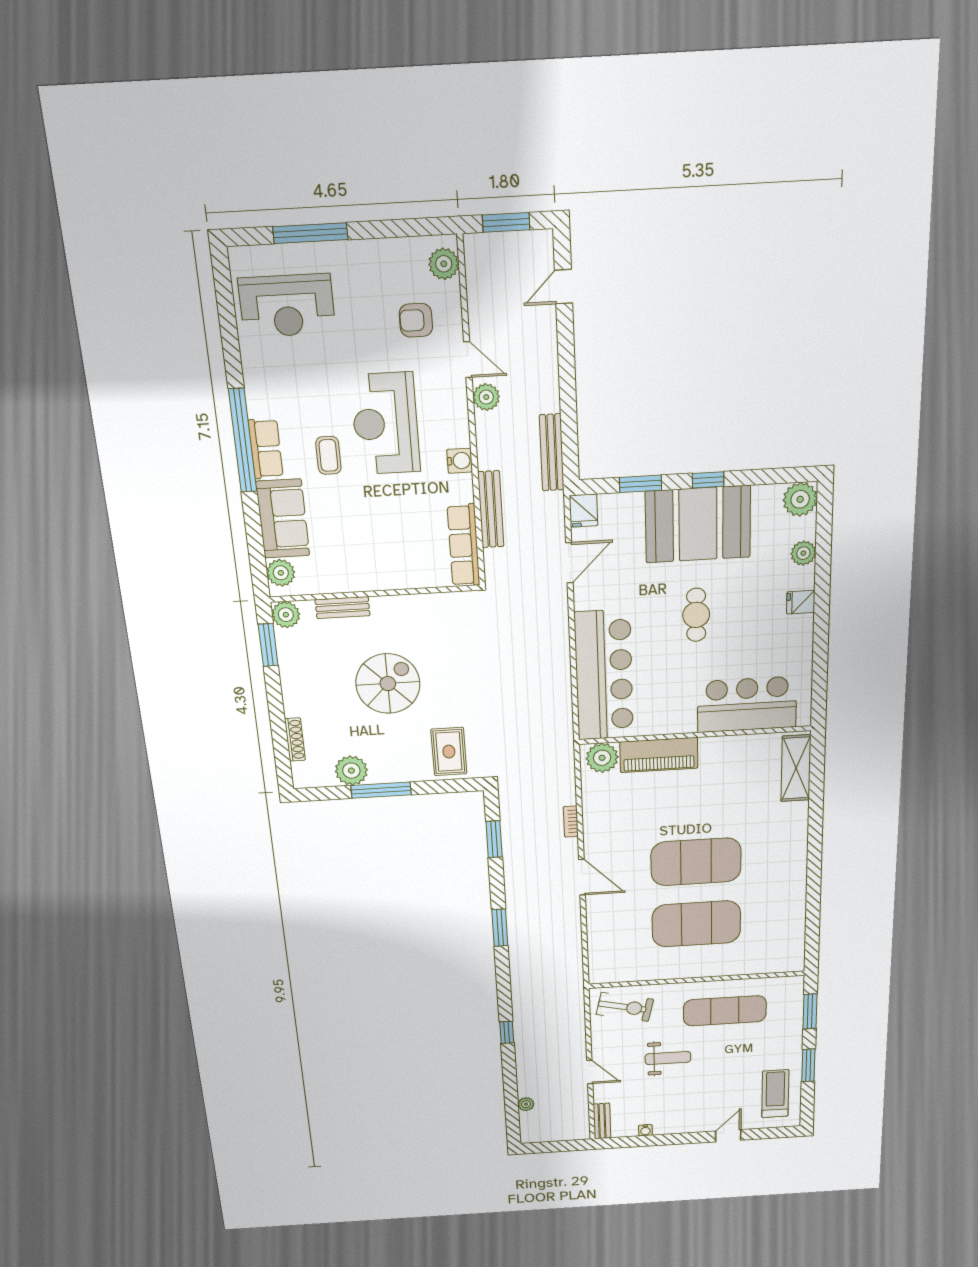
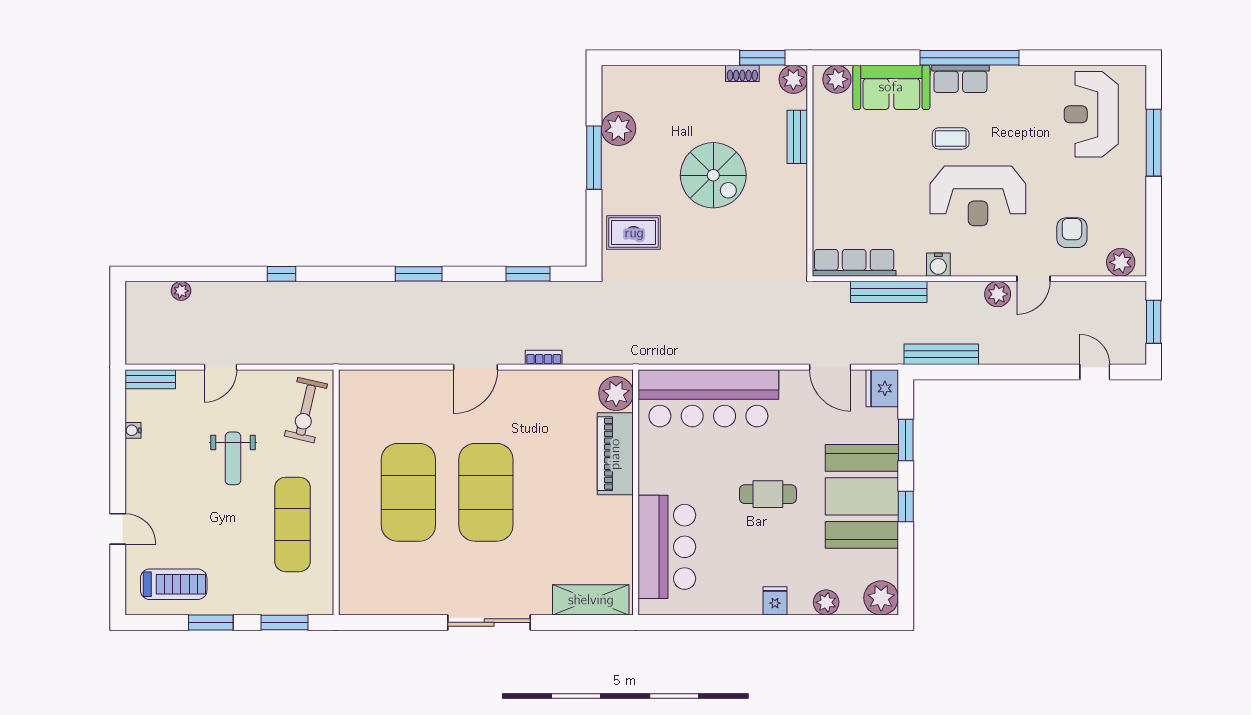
reception desk: (385, 424) -> (978, 196), turned 180
fridge: (583, 511) -> (882, 388), width x1.38
shoe rack: (295, 740) -> (742, 73), moved, width x0.70
sliding door: (815, 852) -> (489, 622), added

